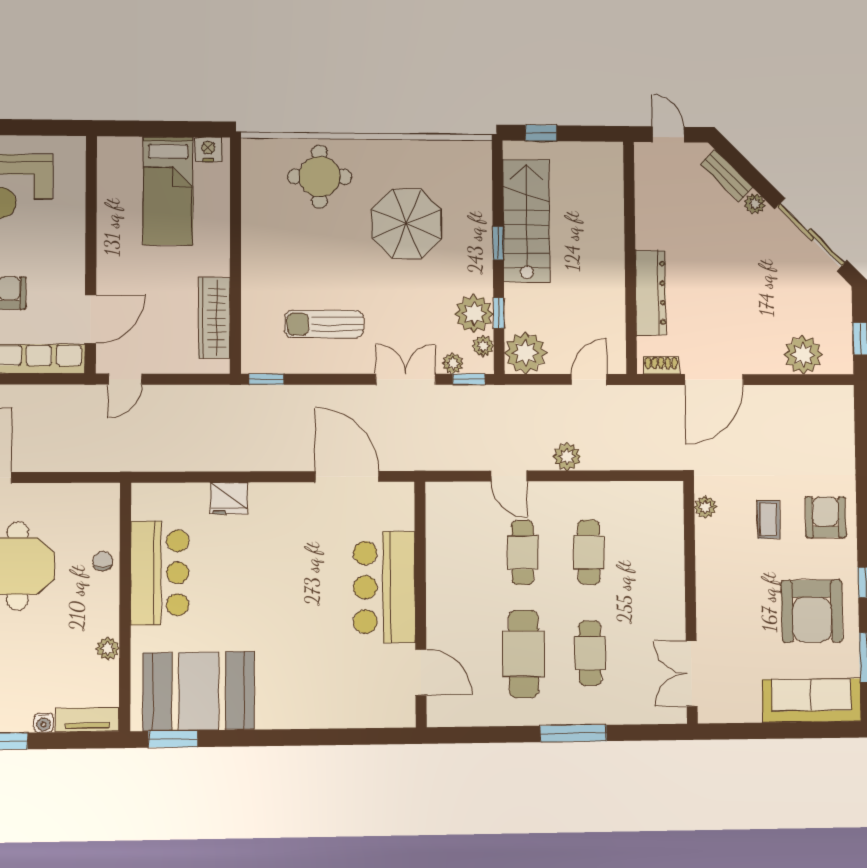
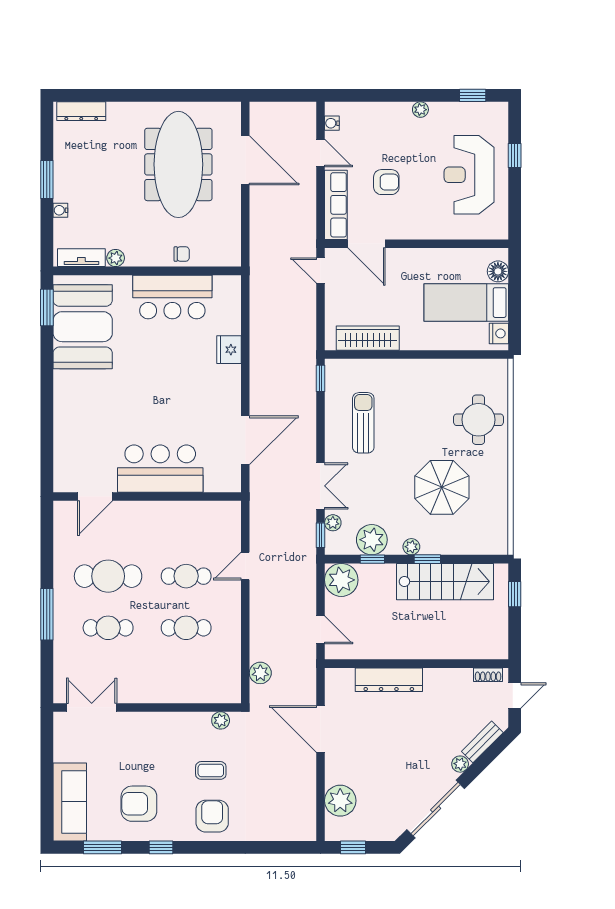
floor lamp: (128, 150) -> (498, 271), added
plant: (483, 346) -> (411, 547), moved
shoe rack: (661, 365) -> (488, 675), moved, turned 90
plant: (567, 457) -> (260, 673), moved
armchair: (825, 517) -> (212, 816), turned -90
armchair: (812, 611) -> (139, 804), width x0.73, depth x0.73
tv unit: (87, 720) -> (81, 258), moved, turned -90

